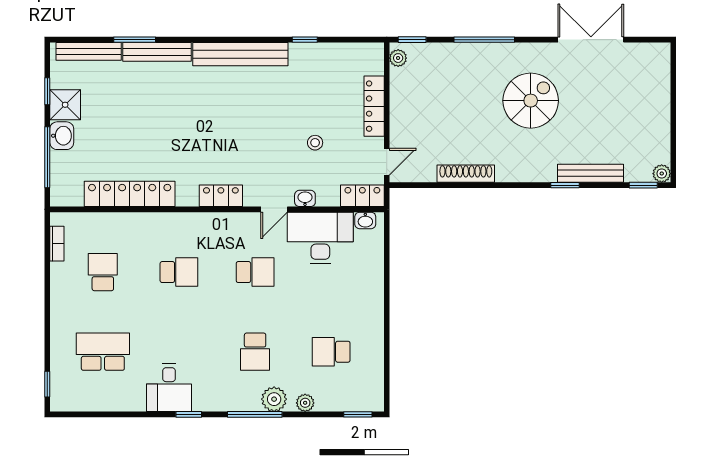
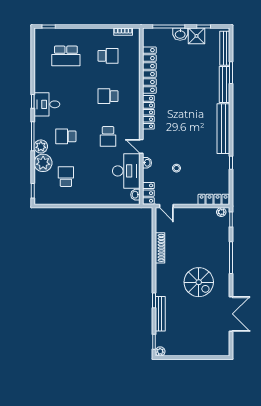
locker: (374, 106) -> (214, 199), moved
locker: (221, 196) -> (148, 112), width x1.53
school desk: (179, 272) -> (108, 96), turned 90
school desk: (103, 352) -> (66, 56), turned 90
desk: (169, 388) -> (47, 104), moved
plant: (305, 403) -> (43, 163), width x1.88, depth x1.88

